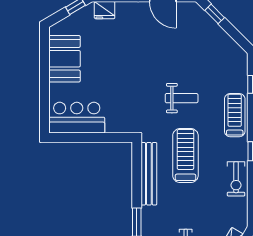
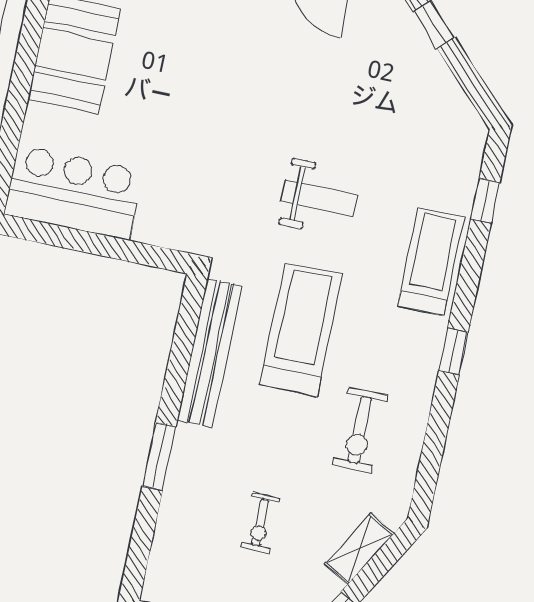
exercise bike: (236, 179) -> (360, 430), moved

